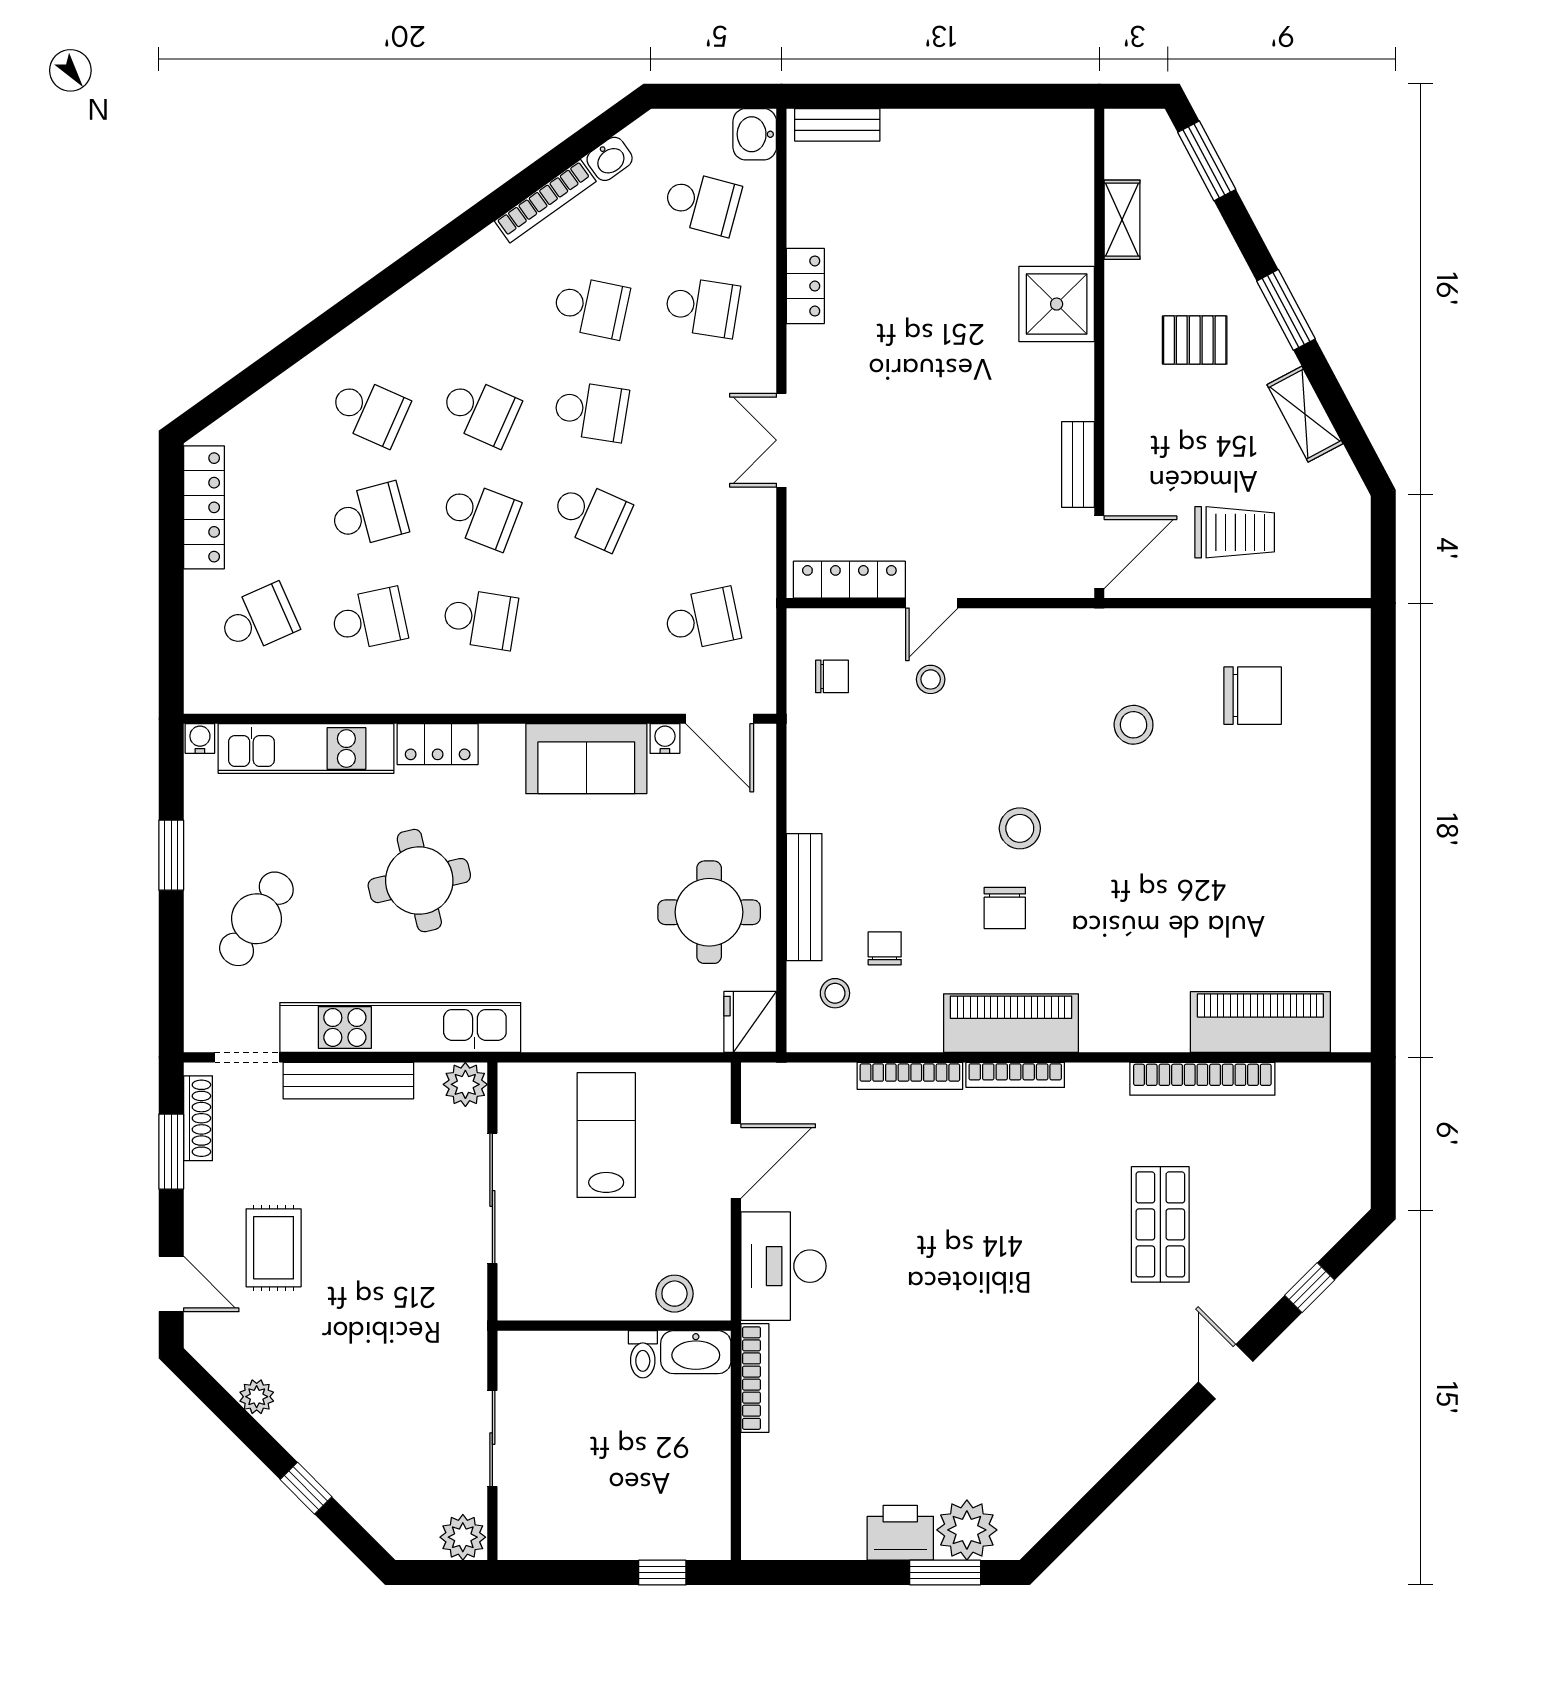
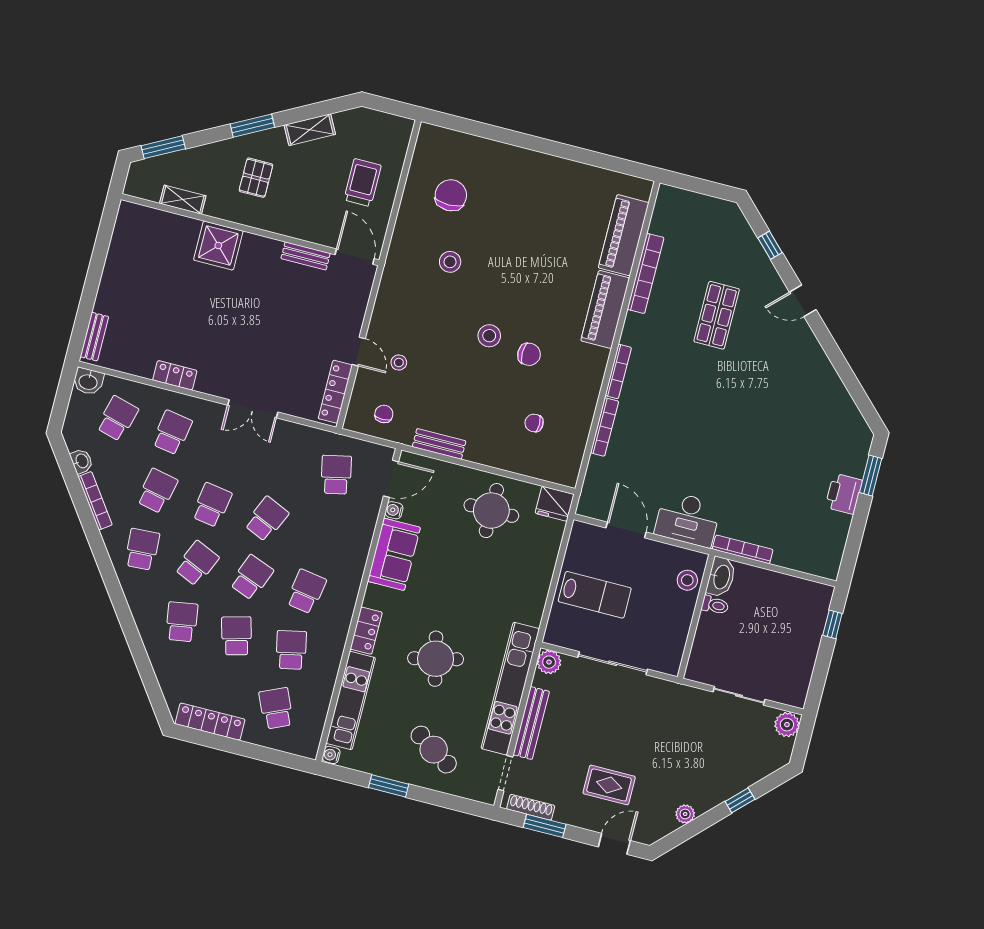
school desk: (480, 307) -> (142, 549), added
school desk: (369, 411) -> (182, 622), turned -33
bench: (804, 897) -> (439, 444), moved, width x0.73
stool: (835, 993) -> (551, 455), removed
piano: (1011, 1023) -> (605, 309), moved
lab bench: (606, 1135) -> (595, 595), turned 180
shop shelf: (1160, 1224) -> (717, 315), turned 90
plant: (967, 1530) -> (851, 458), removed

